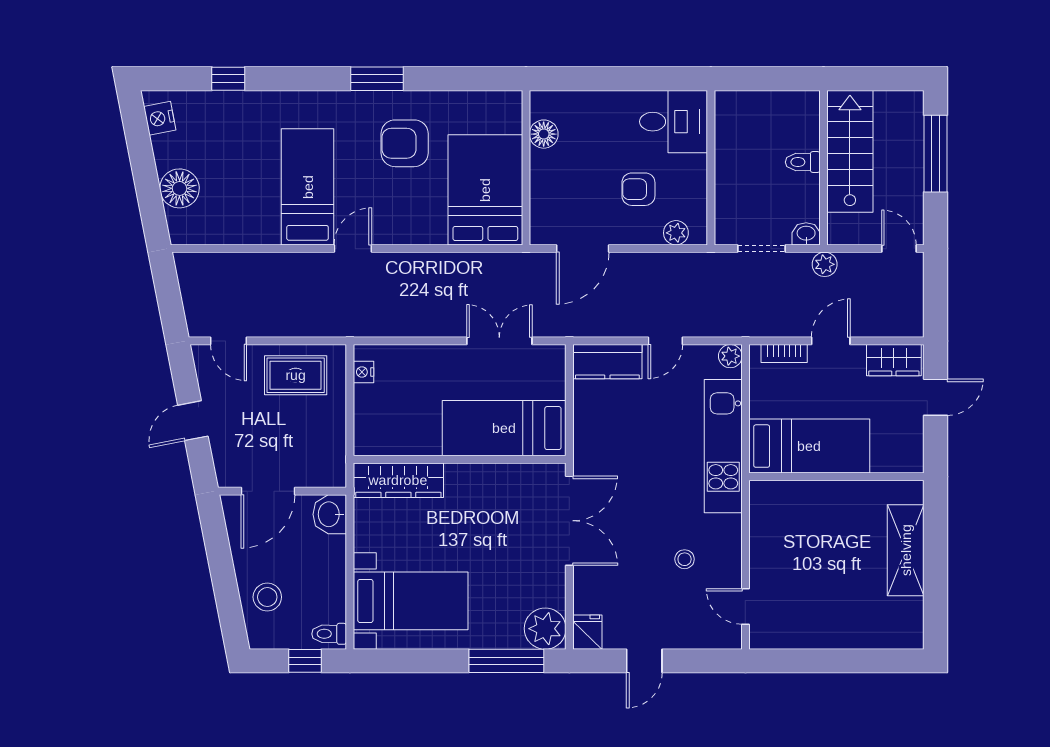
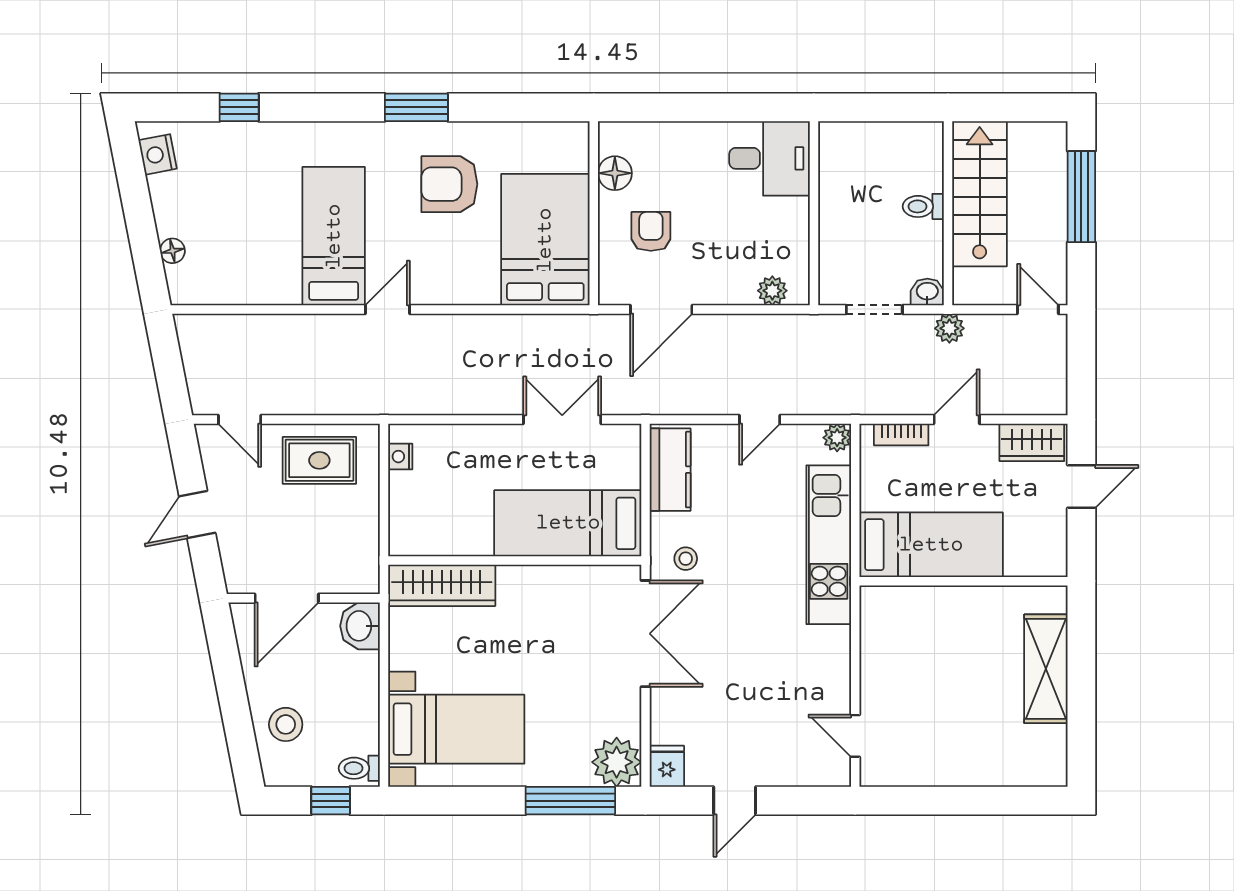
floor lamp: (179, 188) -> (172, 251), width x0.53, depth x0.53
armchair: (638, 189) -> (651, 231), moved, turned 90
kitchen counter: (607, 362) -> (670, 470), moved, turned -90
stool: (685, 559) -> (686, 559), moved

